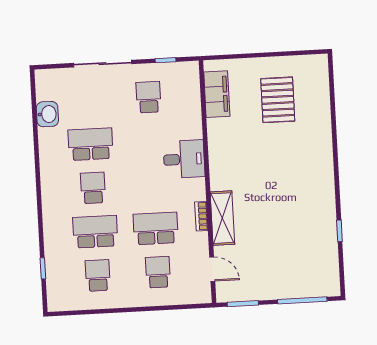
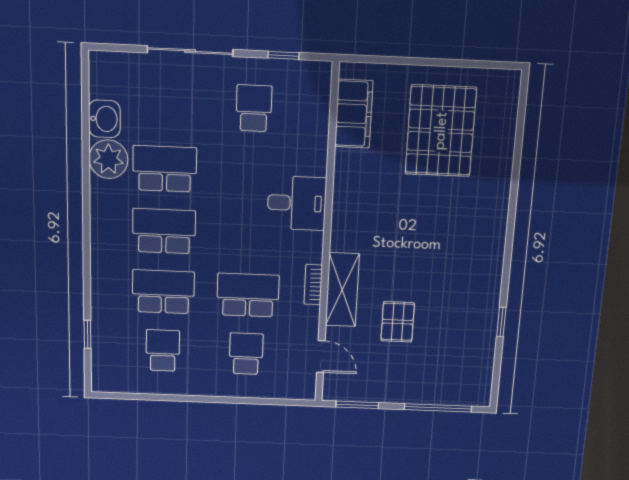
pallet: (278, 100) -> (441, 131), width x1.37, depth x1.41
plant: (52, 141) -> (108, 159), added
school desk: (93, 188) -> (164, 231), width x1.85
pallet: (265, 238) -> (398, 322), added

